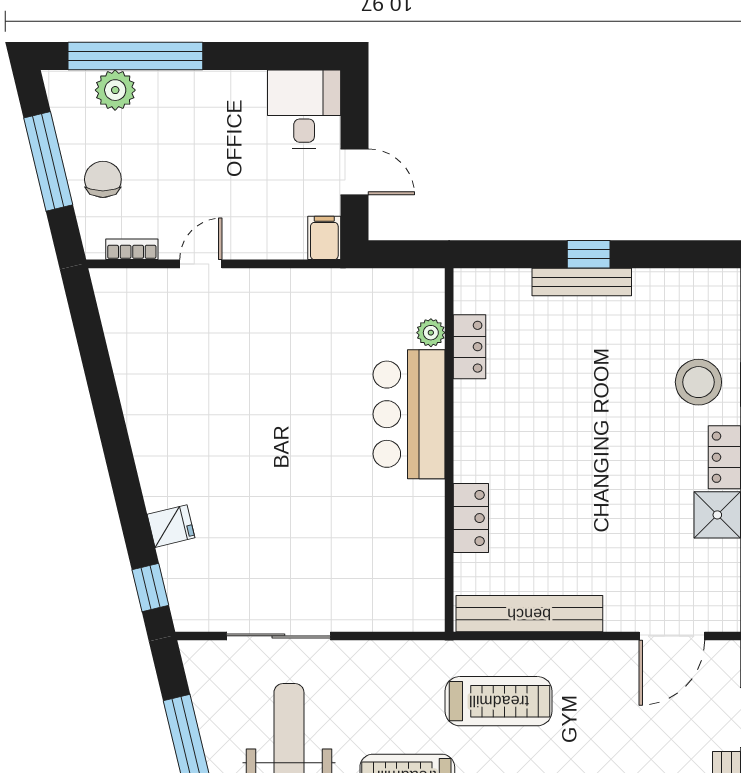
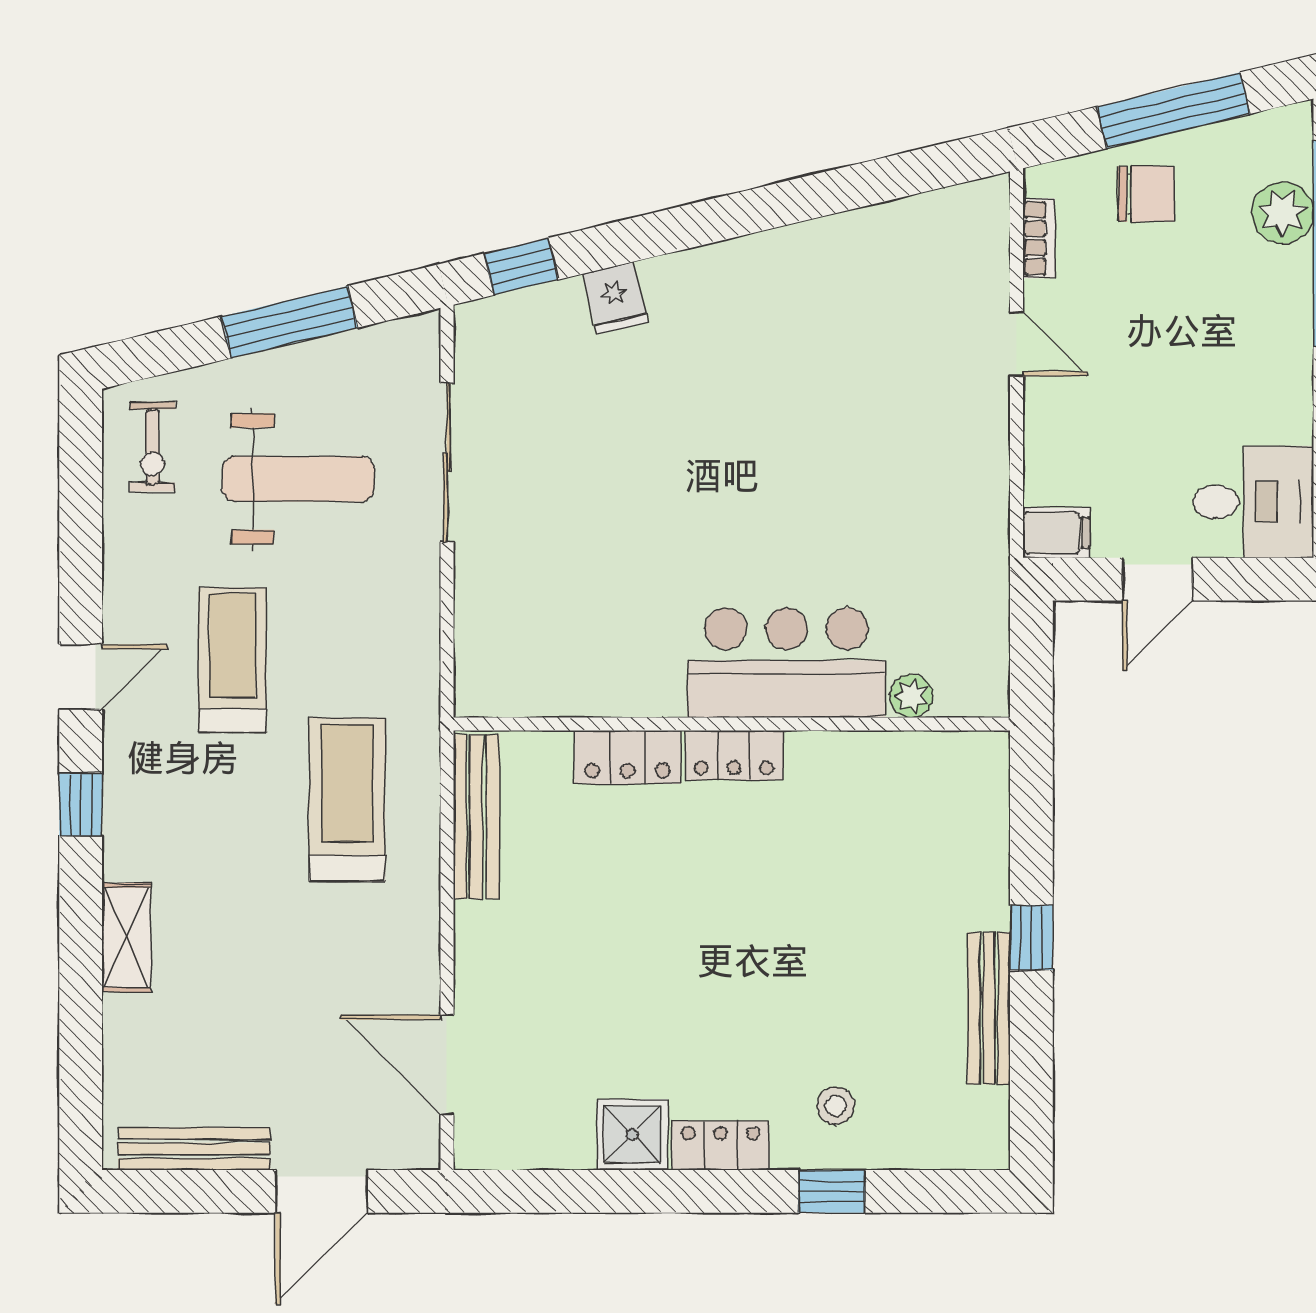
bench: (582, 282) -> (989, 1008), moved
locker: (469, 347) -> (734, 755), moved
stool: (698, 382) -> (836, 1106), width x0.53, depth x0.53
bench: (529, 614) -> (476, 817), width x0.73, depth x0.82
treadmill: (499, 701) -> (347, 800), turned 180

